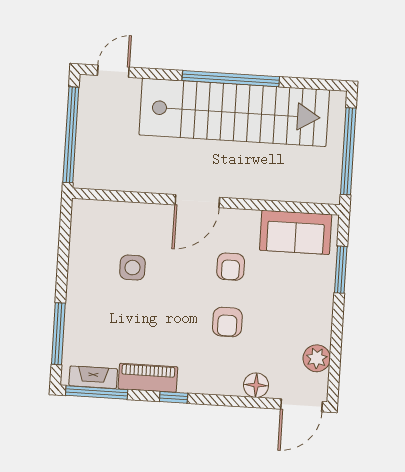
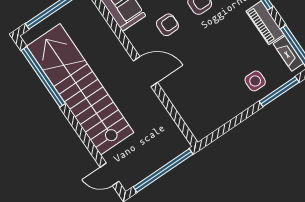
window: (231, 79) -> (43, 77), moved
side table: (132, 268) -> (255, 81), moved

